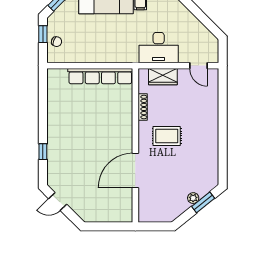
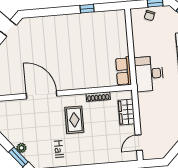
desk: (159, 48) -> (149, 74), moved
row of seats: (100, 76) -> (124, 71), width x0.50
window: (43, 152) -> (87, 9), moved

